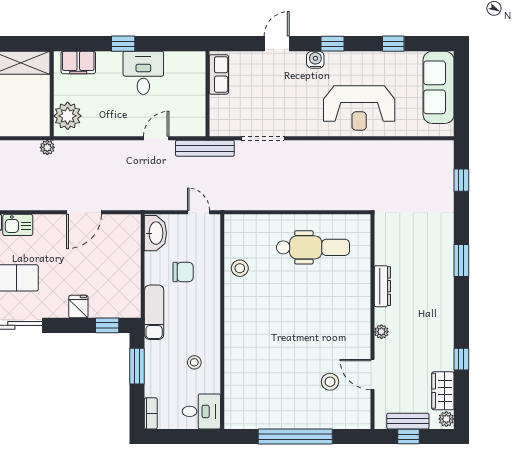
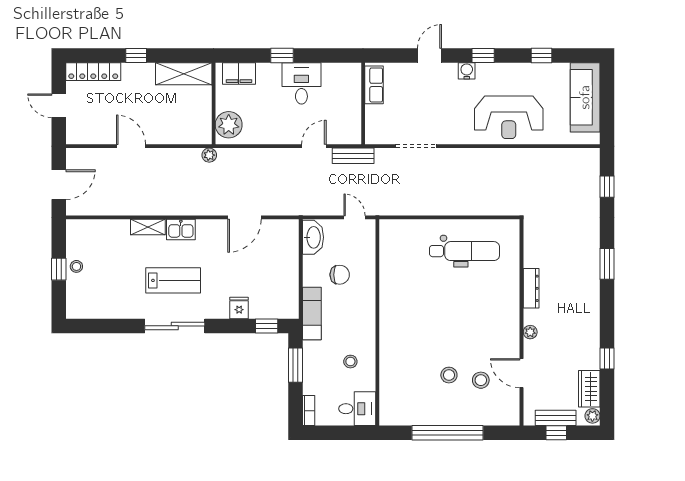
bench: (205, 148) -> (353, 156), width x0.73
stool: (240, 268) -> (449, 375), moved

